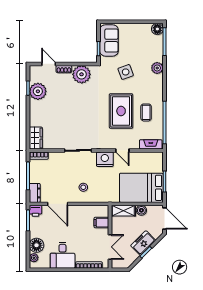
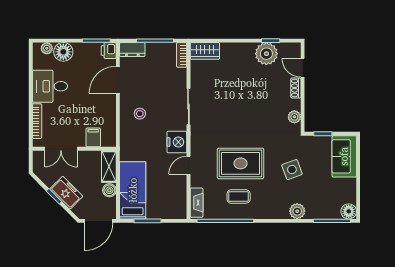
sofa: (109, 40) -> (344, 156), moved, turned 90
door: (49, 64) -> (303, 68), swing flipped
plant: (82, 74) -> (294, 117), width x0.53, depth x0.53
bed: (141, 188) -> (133, 190), width x0.67

